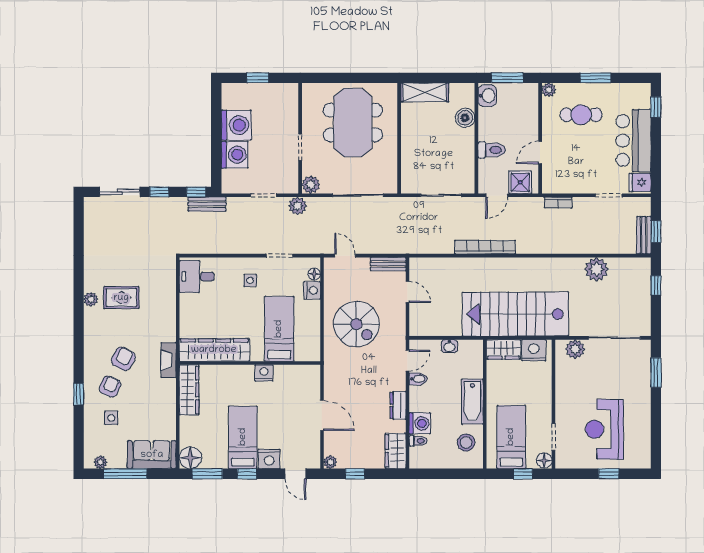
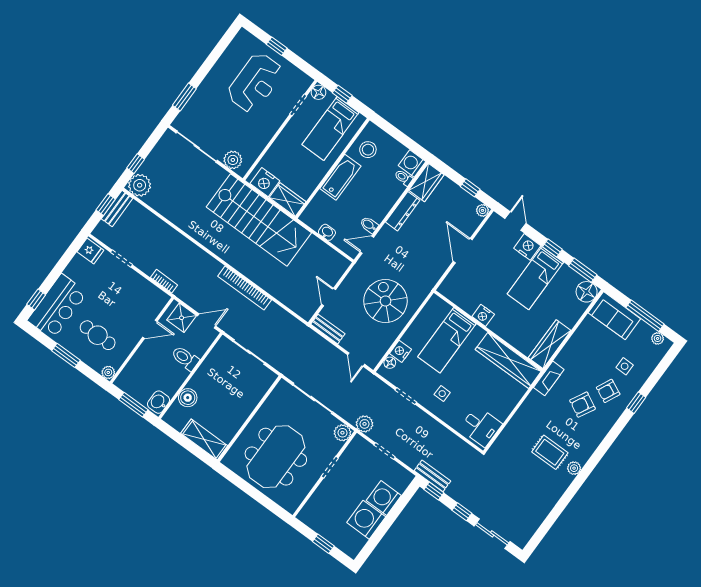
bar counter: (633, 141) -> (57, 307), moved
plant: (597, 269) -> (140, 185), moved
dresser: (398, 405) -> (403, 211), width x1.44
washing machine: (420, 423) -> (412, 163), moved

